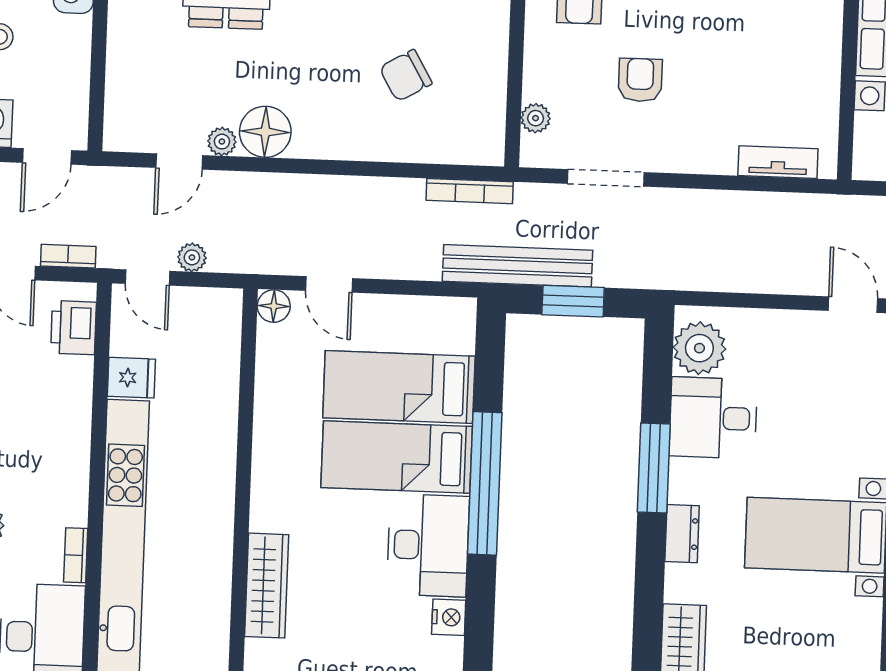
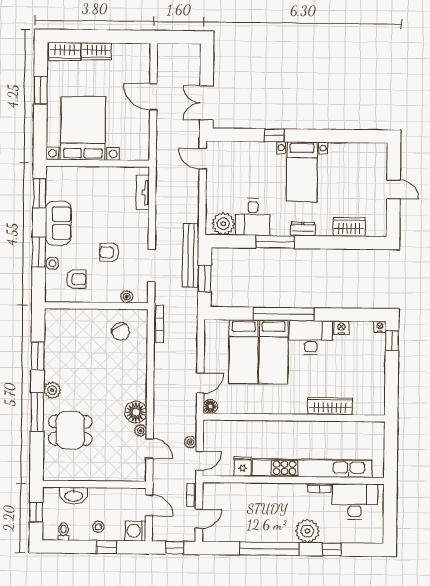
chair: (406, 75) -> (121, 332), moved
bench: (517, 266) -> (191, 255), moved
door: (853, 305) -> (203, 159), hinge flipped
printer: (73, 328) -> (222, 492), removed

